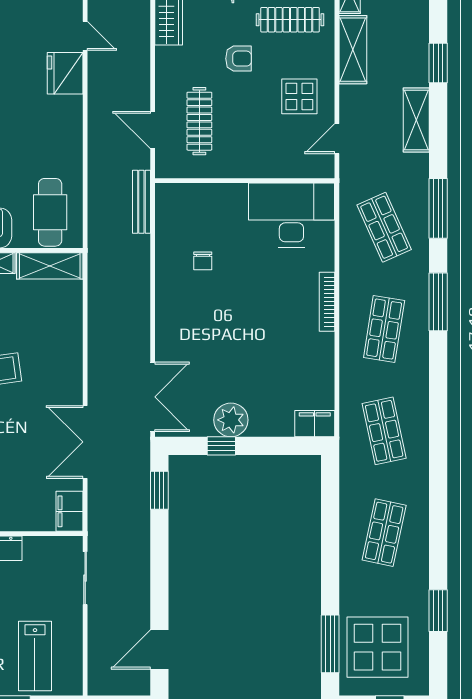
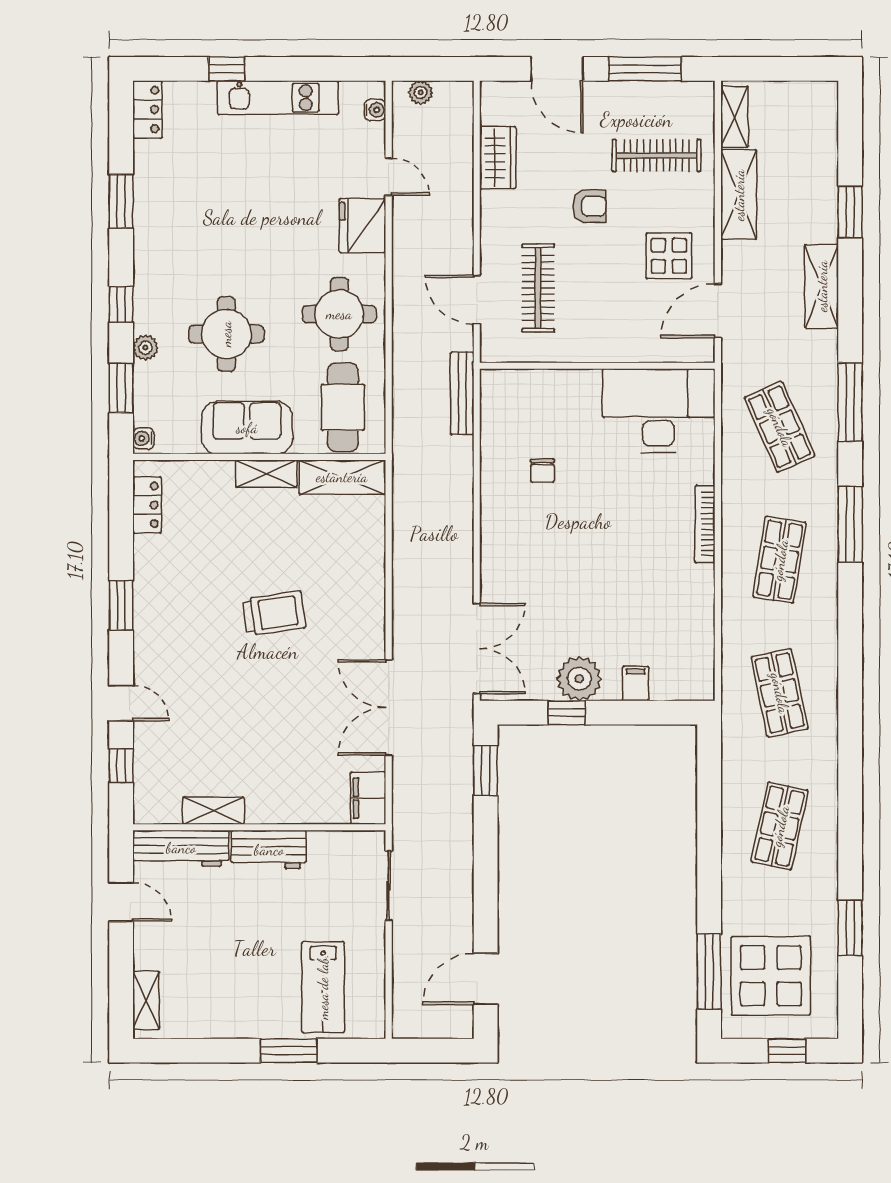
door: (337, 139) -> (718, 311), width x1.38
round table: (47, 141) -> (339, 314), added
filing cabinet: (315, 424) -> (636, 684), moved, width x0.50

